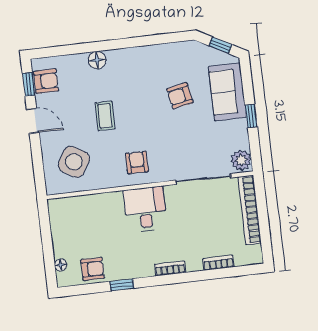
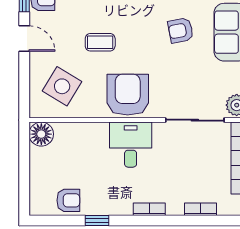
coffee table: (105, 116) -> (100, 42), turned 90
armchair: (137, 162) -> (128, 95), width x1.88, depth x1.88
floor lamp: (61, 265) -> (41, 134), moved, width x1.89, depth x1.89

